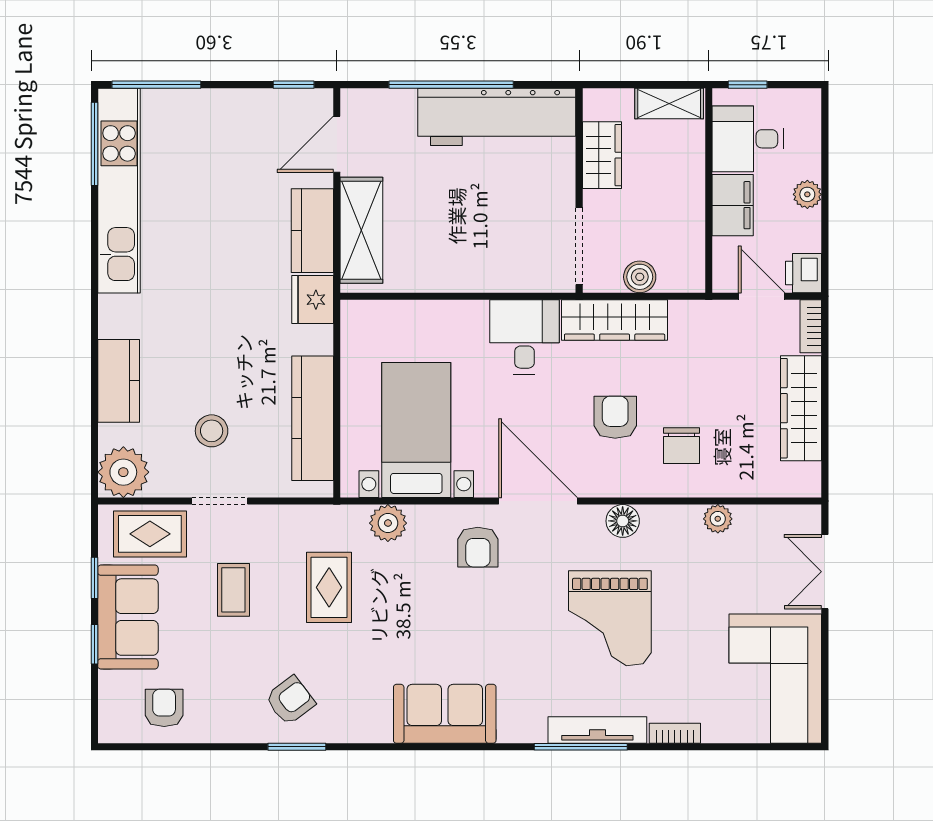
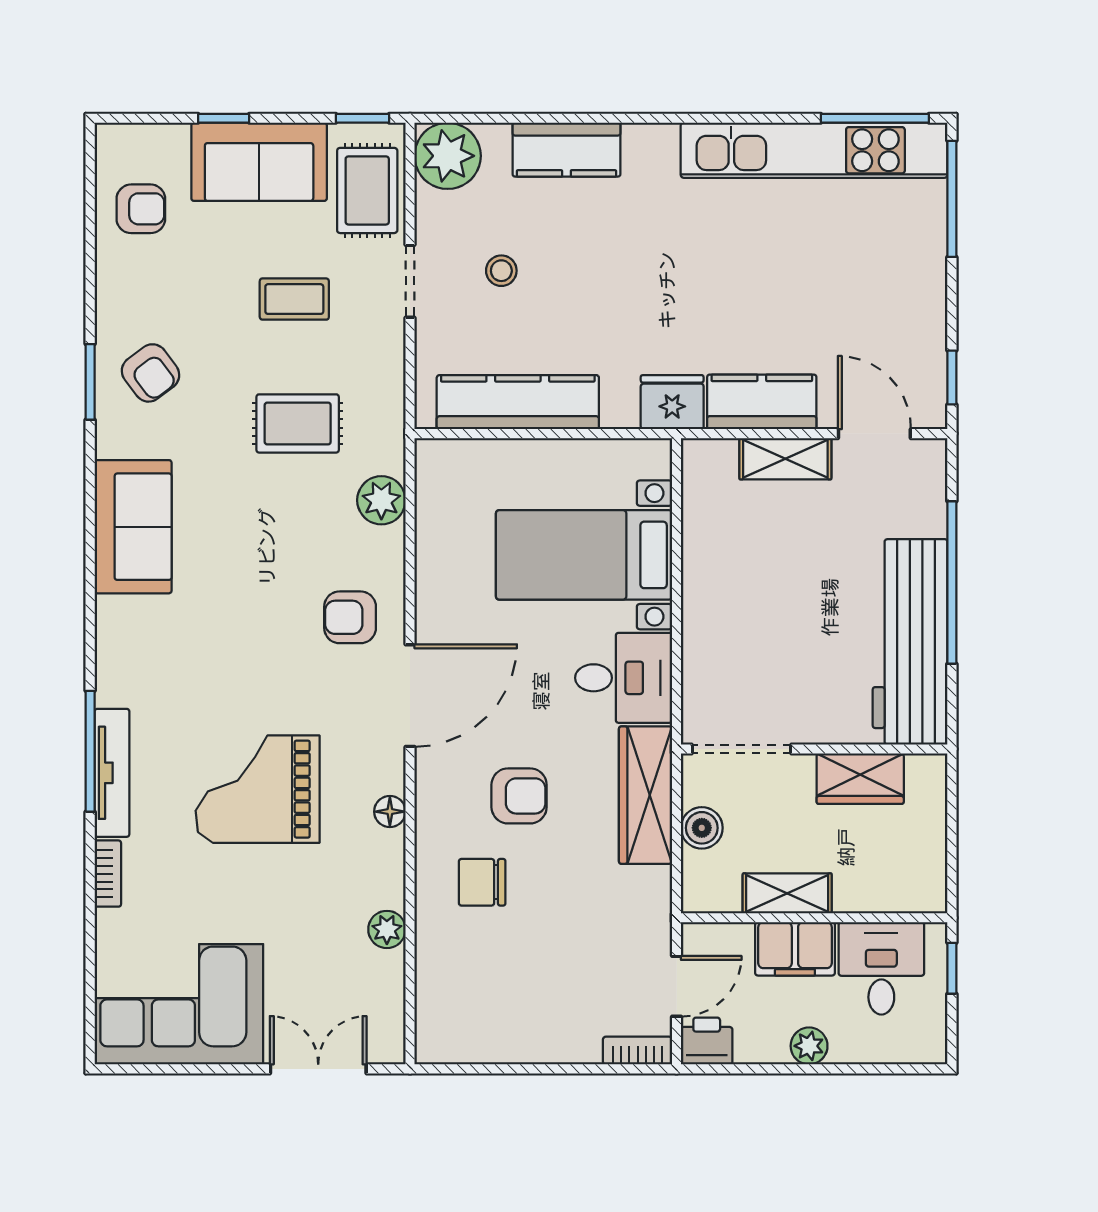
shelving: (669, 103) -> (787, 893), moved, turned 90
shelving: (361, 230) -> (785, 459), width x0.67, depth x0.75
wardrobe: (801, 408) -> (531, 1038), removed
bed with nightstands: (416, 430) -> (584, 555), moved, turned 180
stool: (212, 431) -> (501, 271), width x0.73, depth x0.73
floor lamp: (623, 521) -> (390, 812), width x0.73, depth x0.73
window: (94, 578) -> (363, 118), moved
sofa: (445, 714) -> (133, 527), moved

